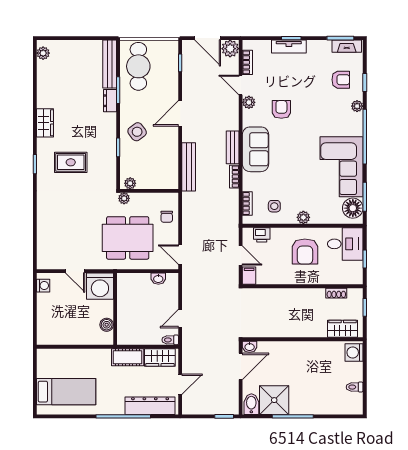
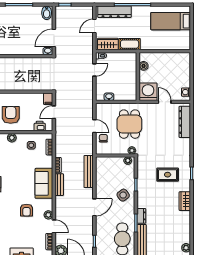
dining table: (128, 238) -> (129, 124), width x0.73
dresser: (45, 241) -> (185, 122), added
door: (180, 255) -> (94, 126), moved
door: (241, 256) -> (54, 112), hinge flipped
shower: (274, 400) -> (31, 15), removed

